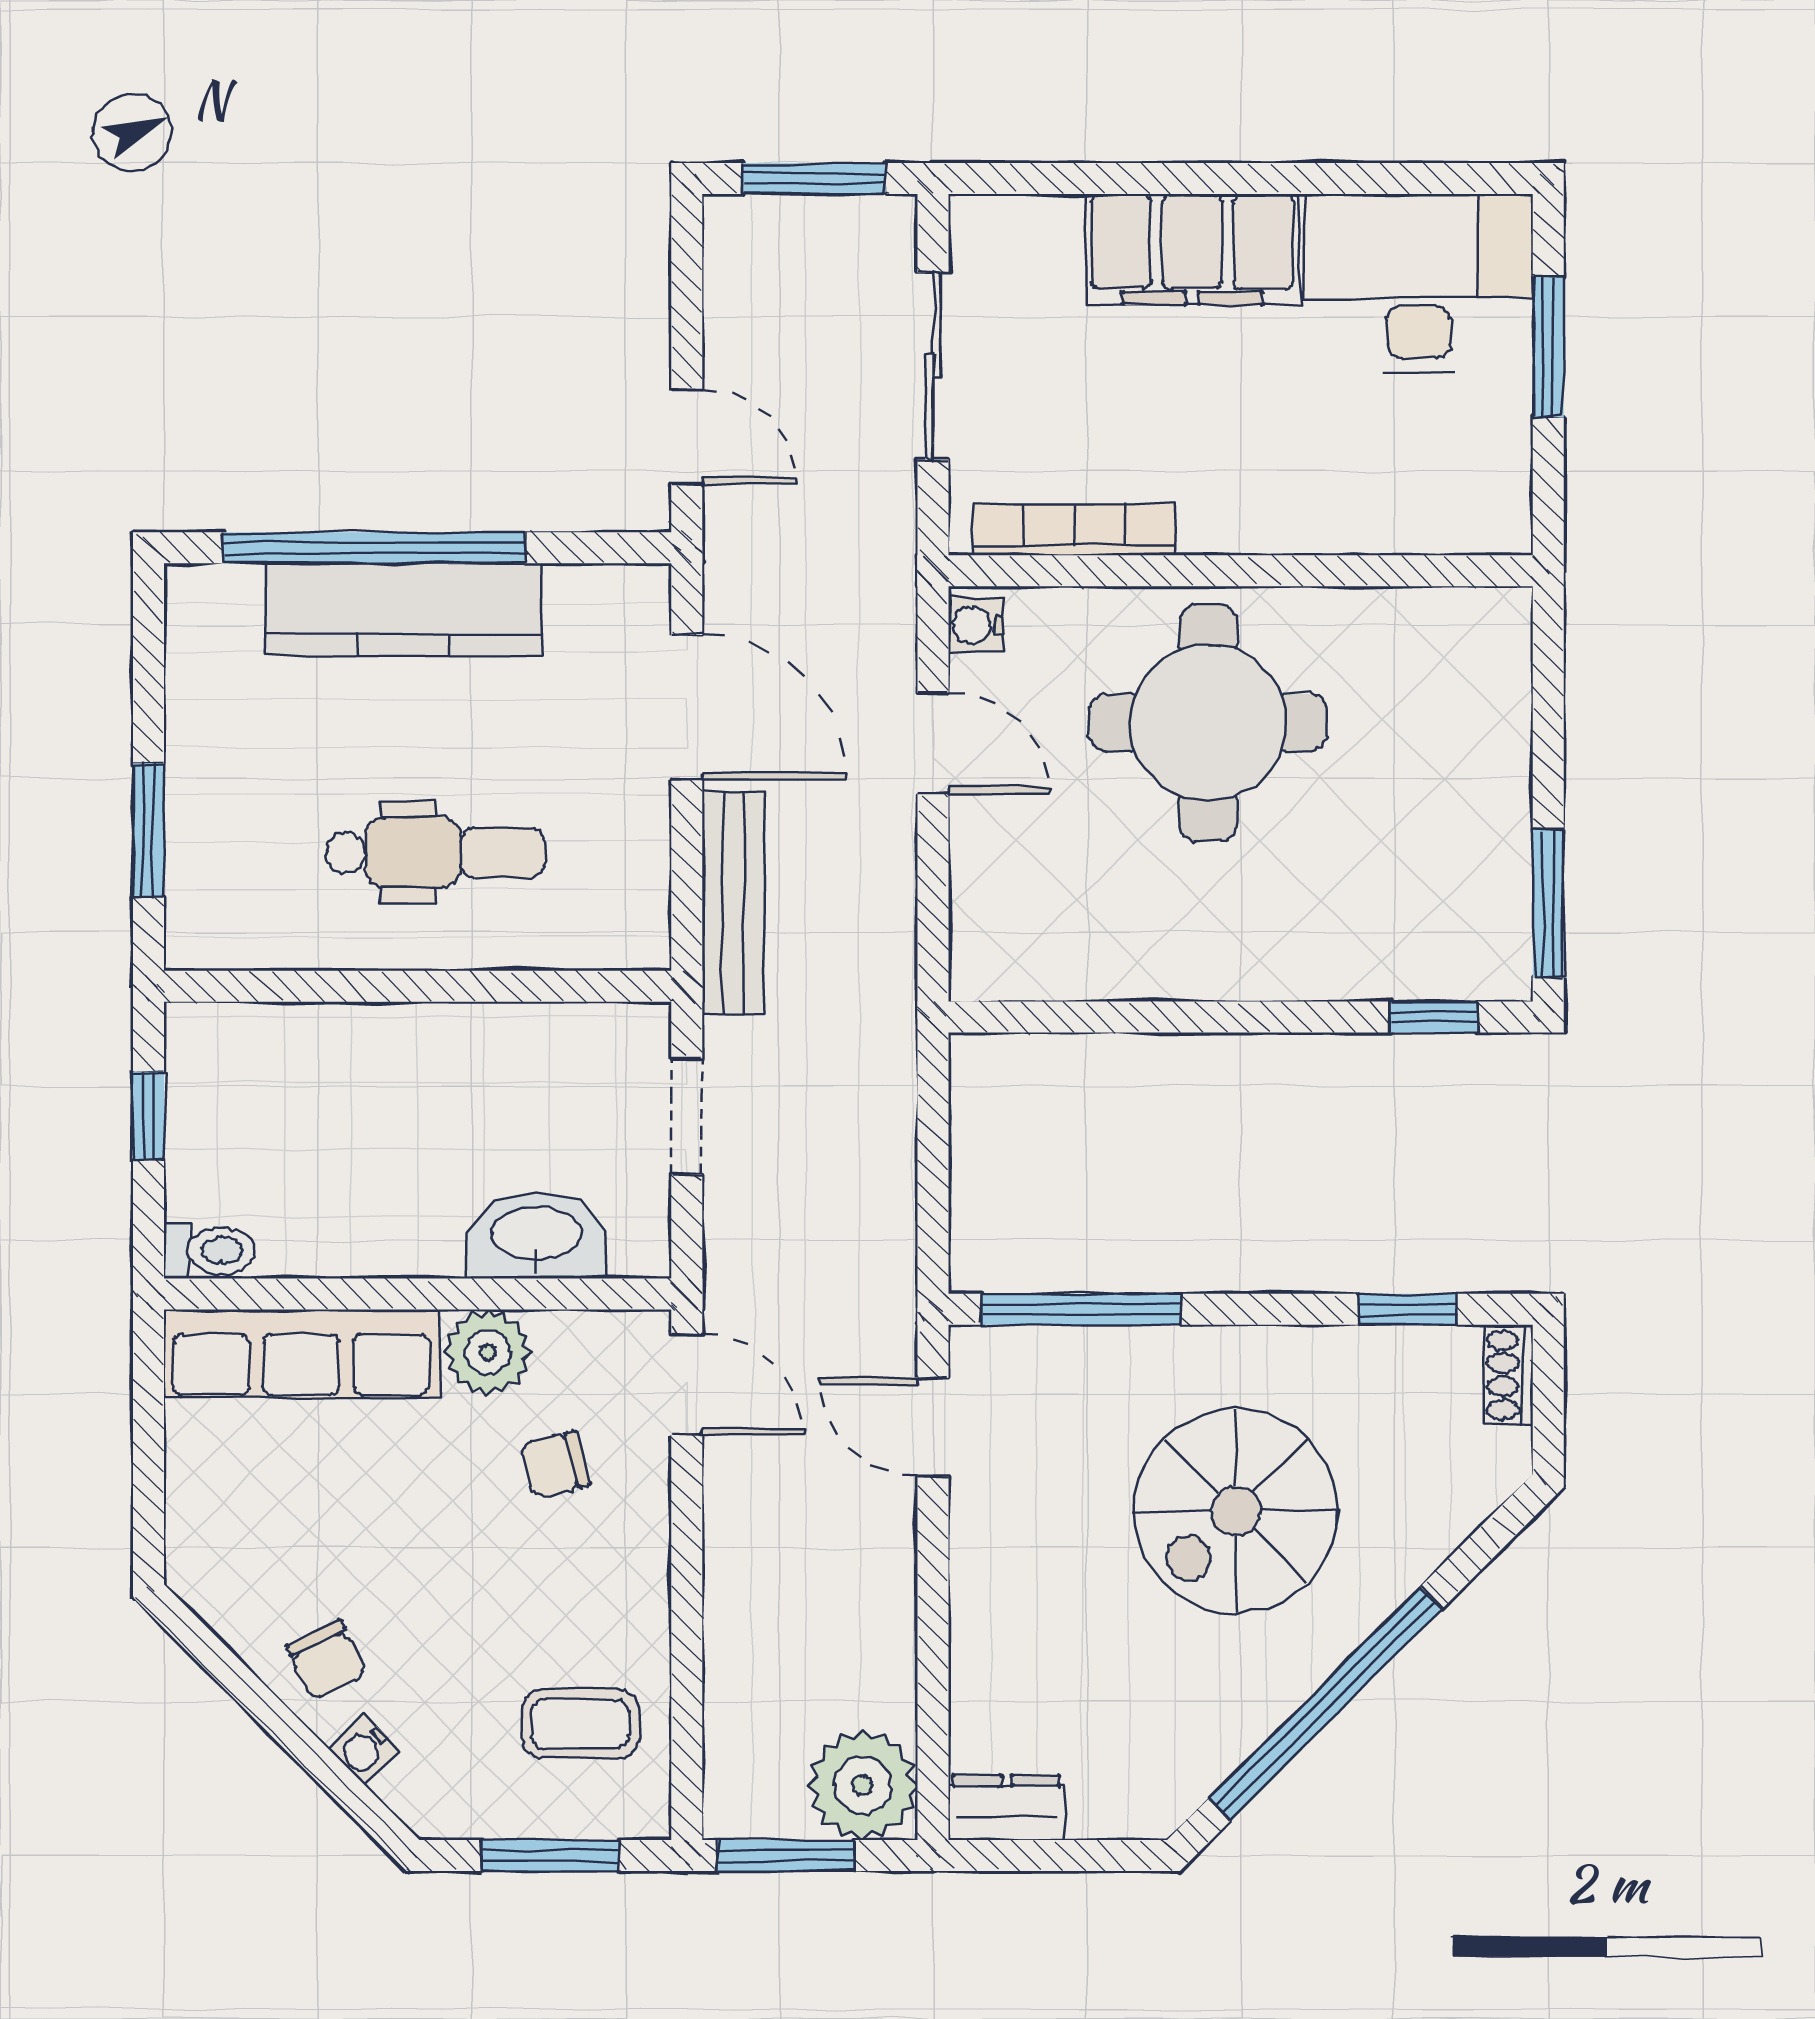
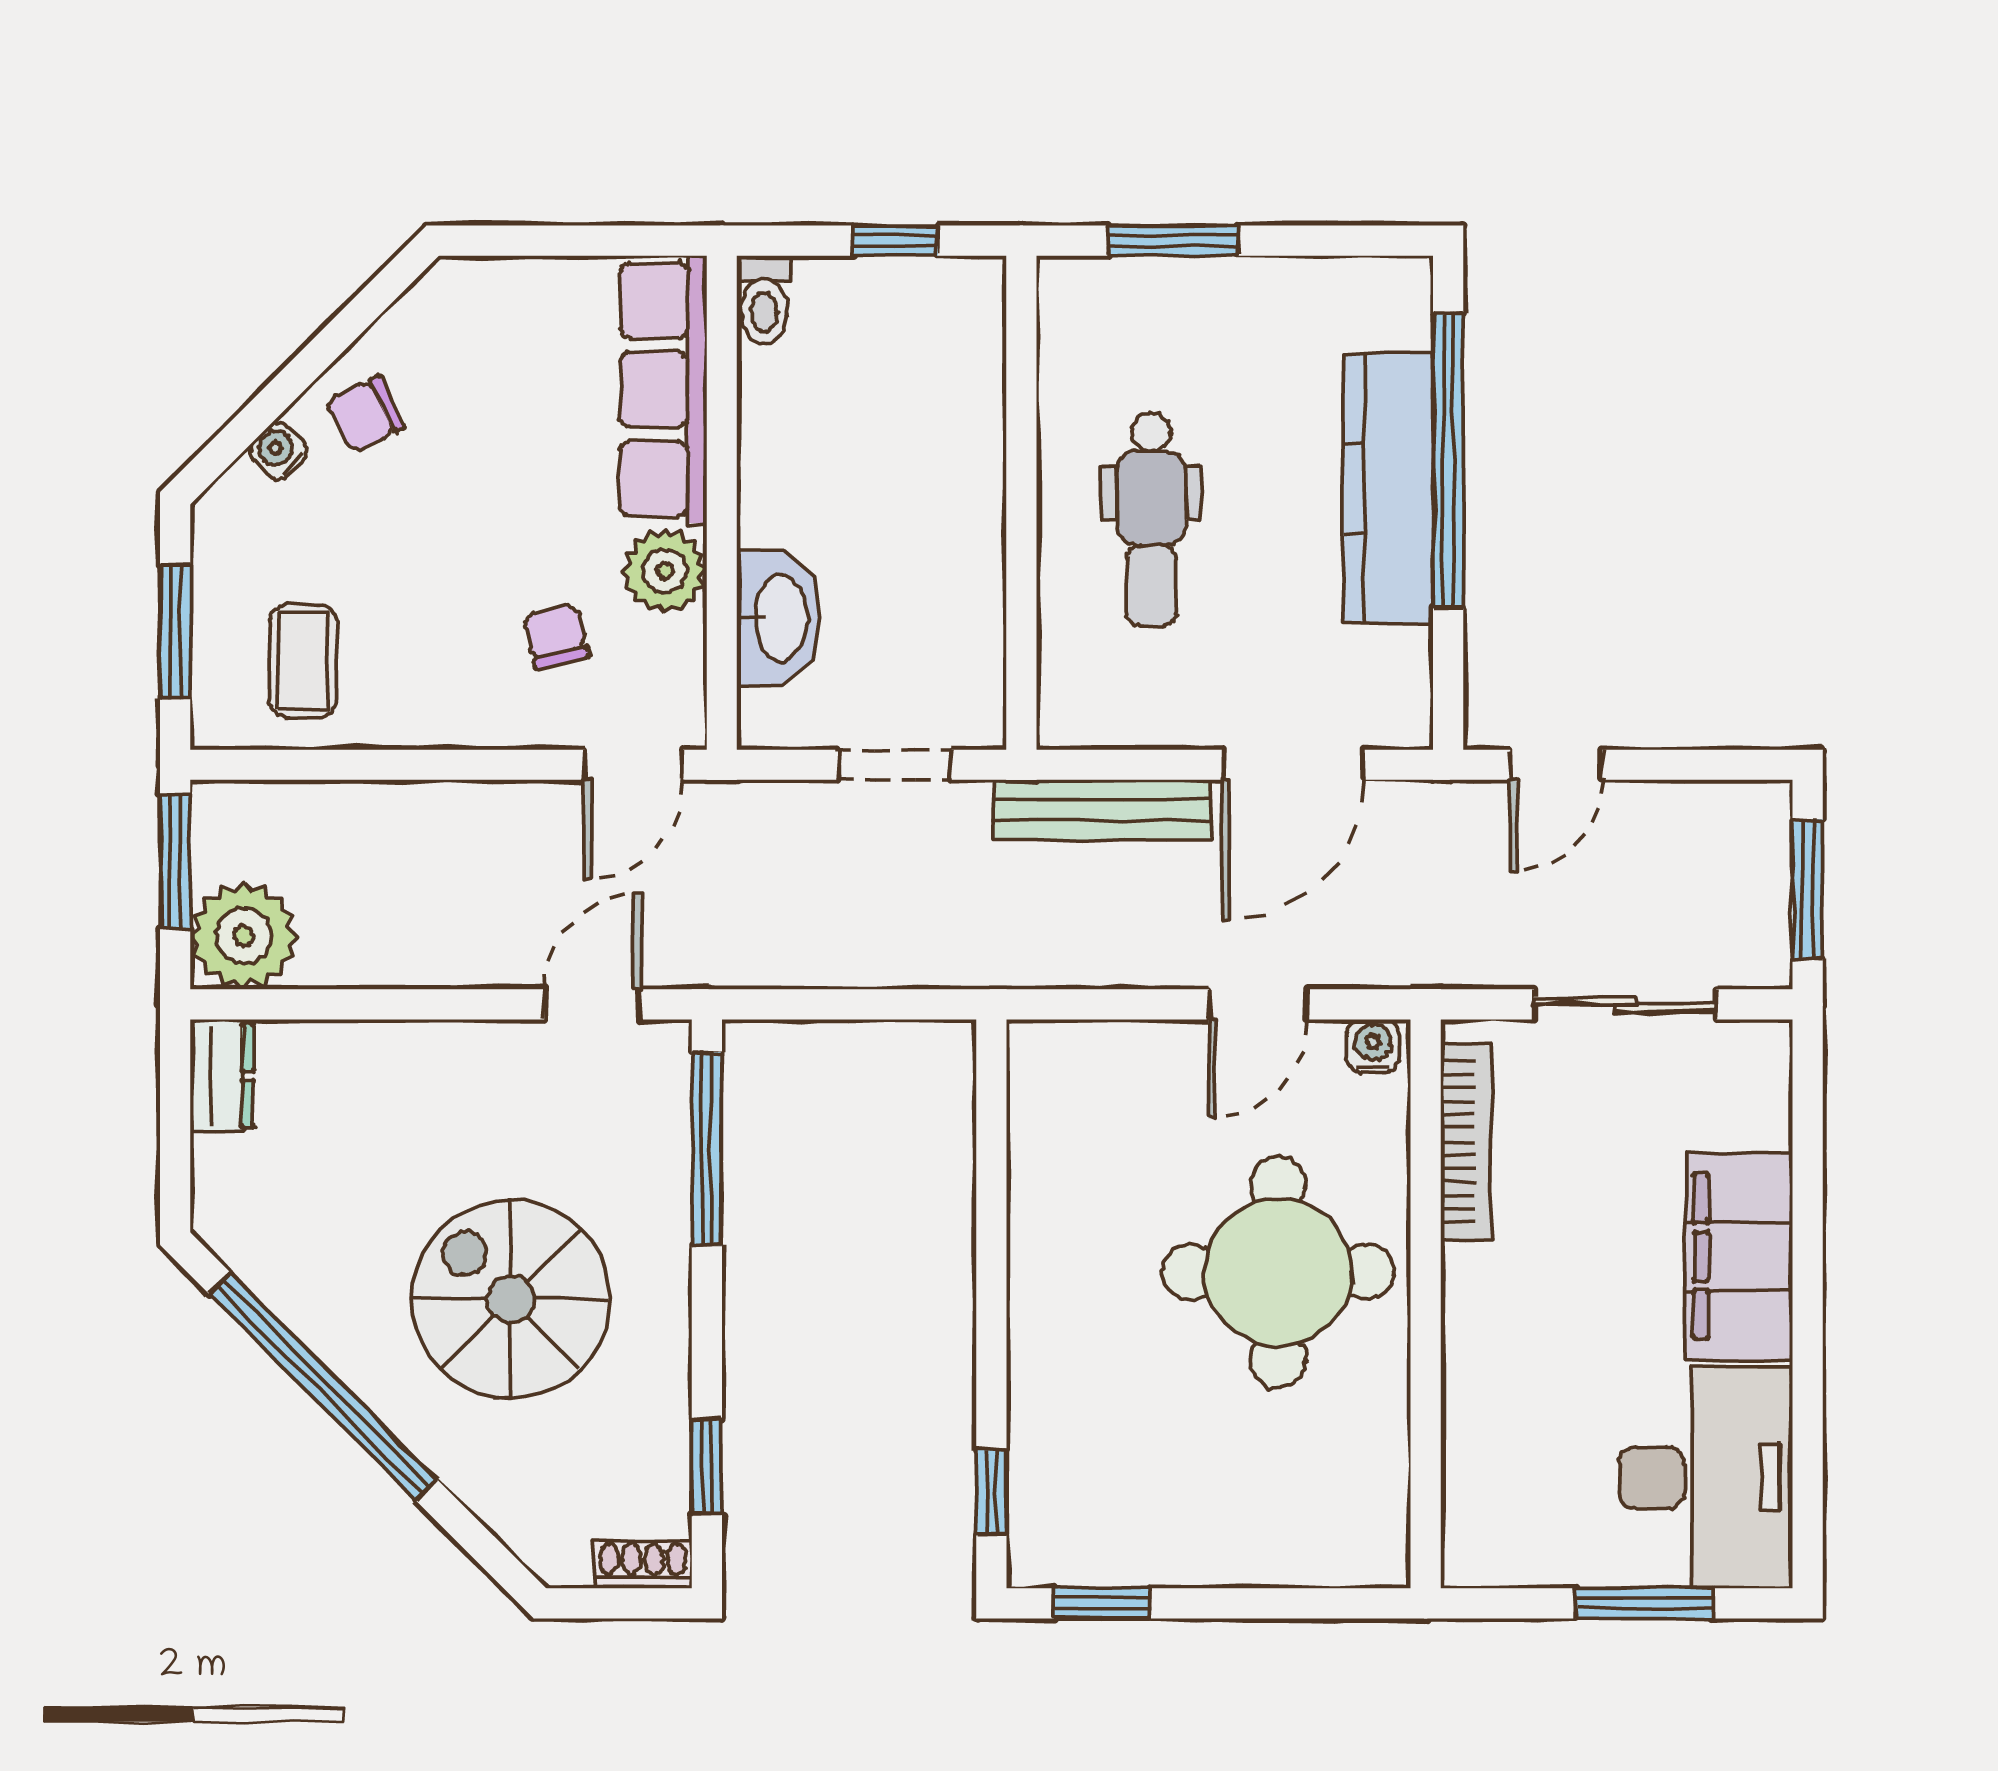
window: (1548, 904) -> (1102, 1603), width x0.67

